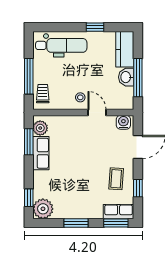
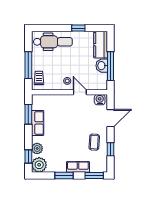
plant: (40, 128) -> (37, 148), moved
row of seats: (119, 212) -> (78, 167), moved

